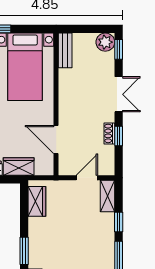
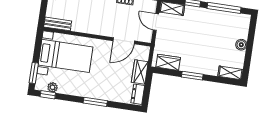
window: (24, 251) -> (192, 76), moved

